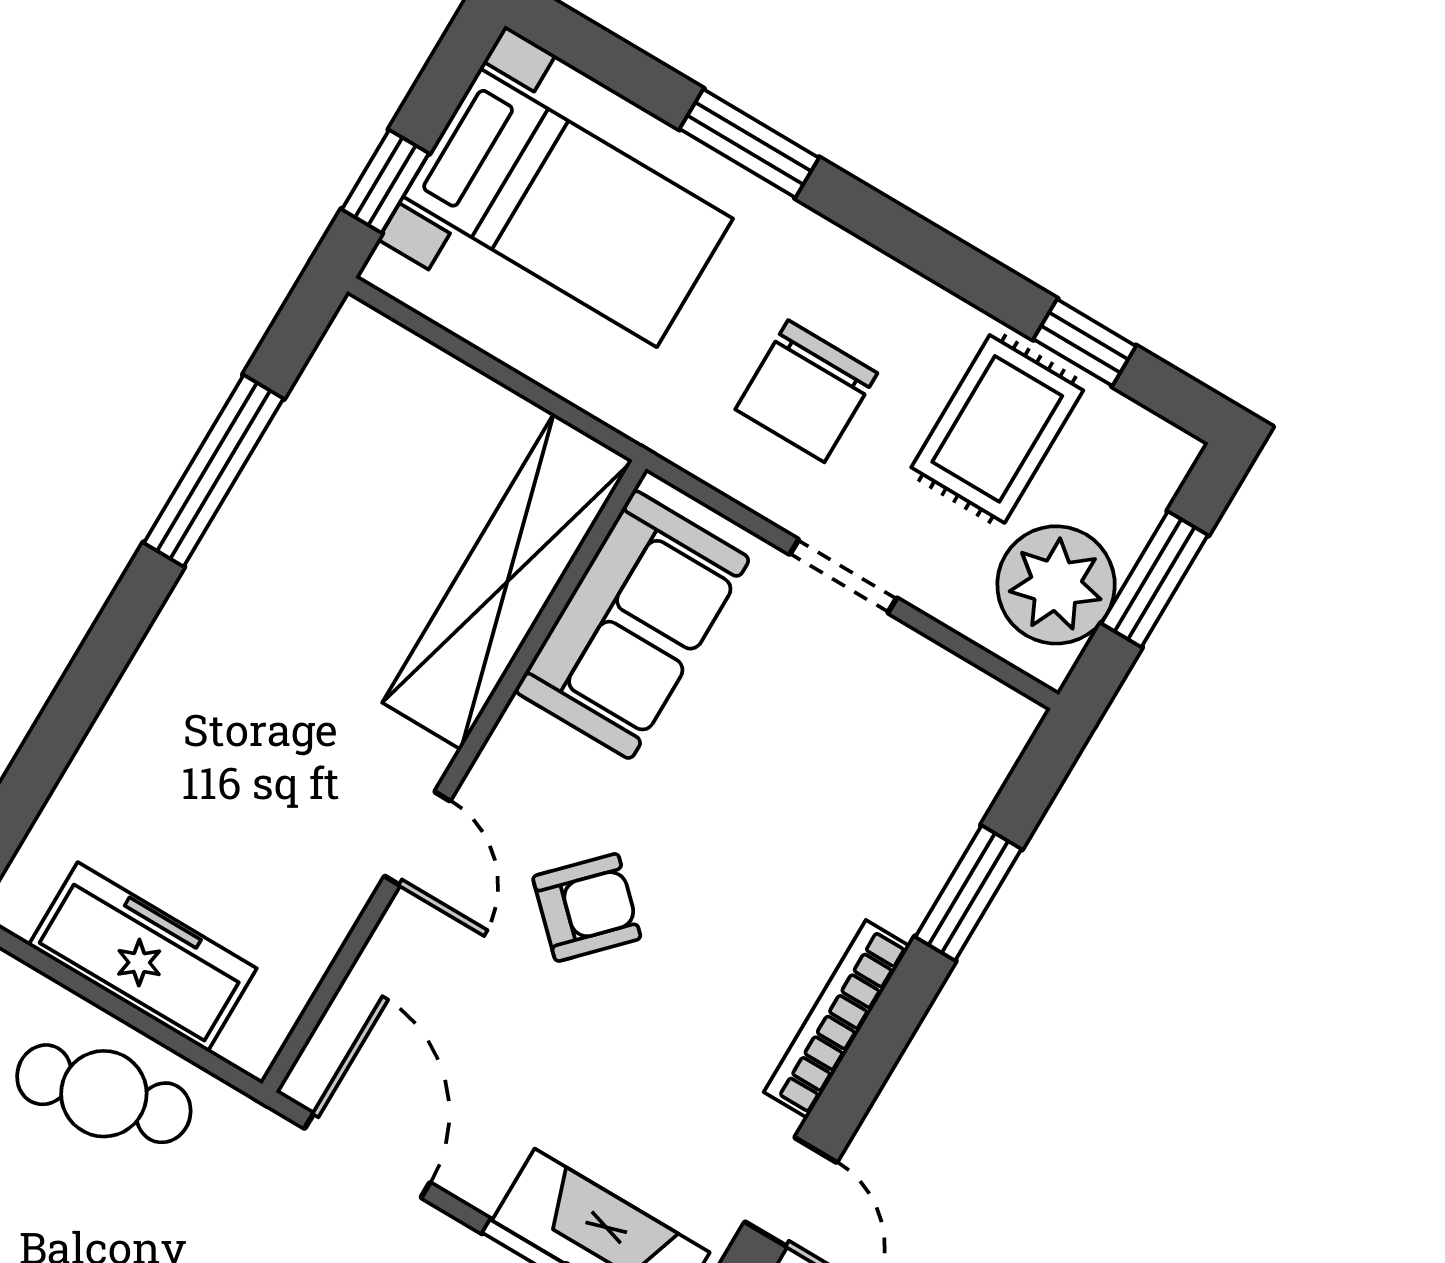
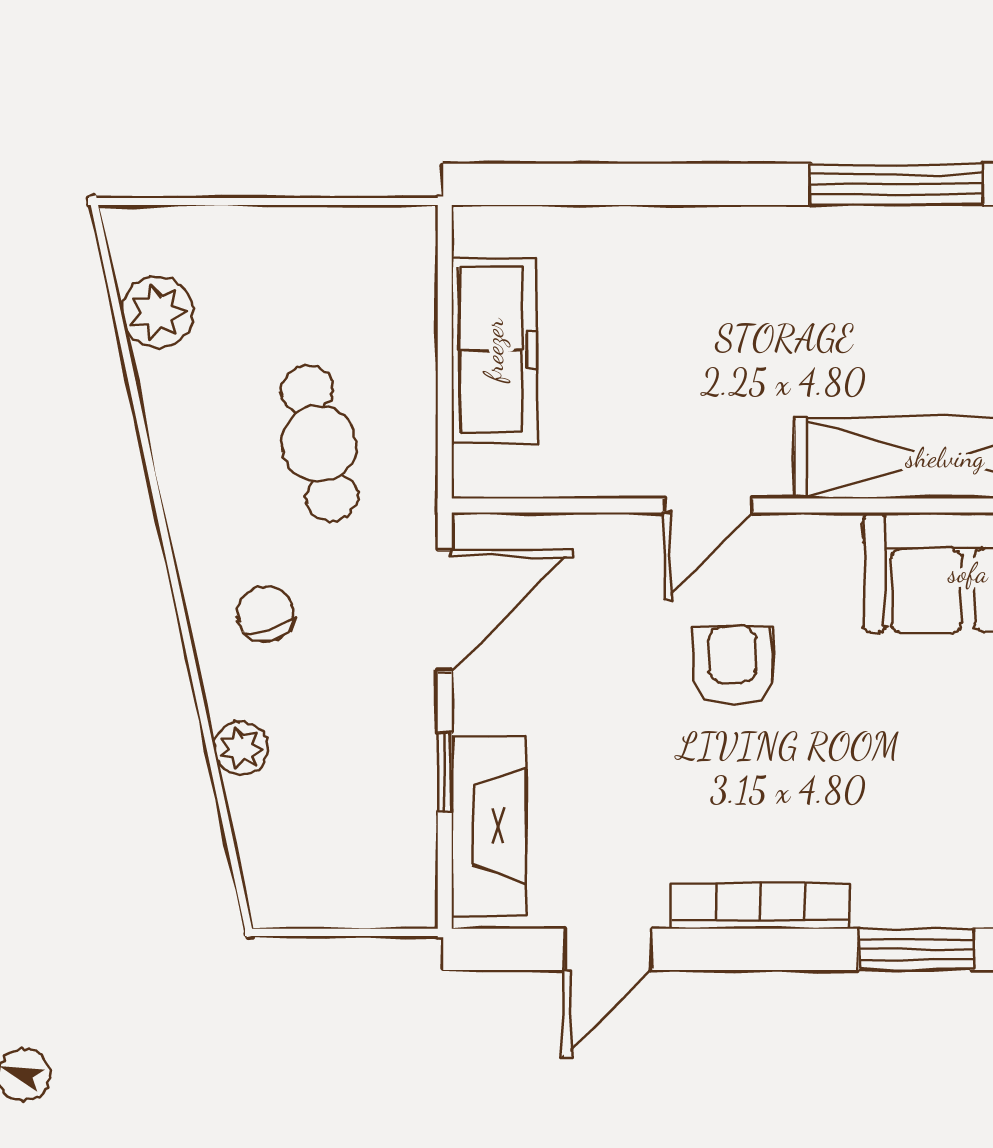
armchair: (587, 907) -> (733, 666), turned -134
cafe table: (104, 1094) -> (319, 444), moved

